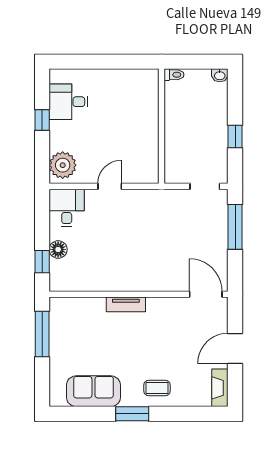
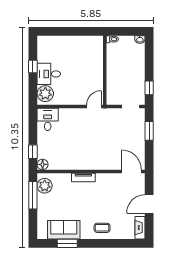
desk: (68, 102) -> (49, 74), moved
window: (235, 136) -> (149, 88), moved
door: (110, 186) -> (94, 106), moved
window: (235, 227) -> (149, 131), width x0.69
floor lamp: (58, 249) -> (43, 164), moved
plant: (62, 318) -> (45, 186), added
window: (132, 414) -> (67, 243), moved

